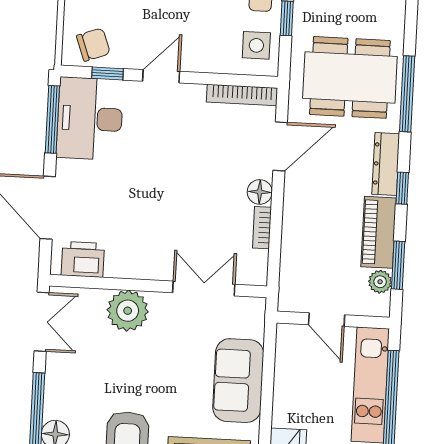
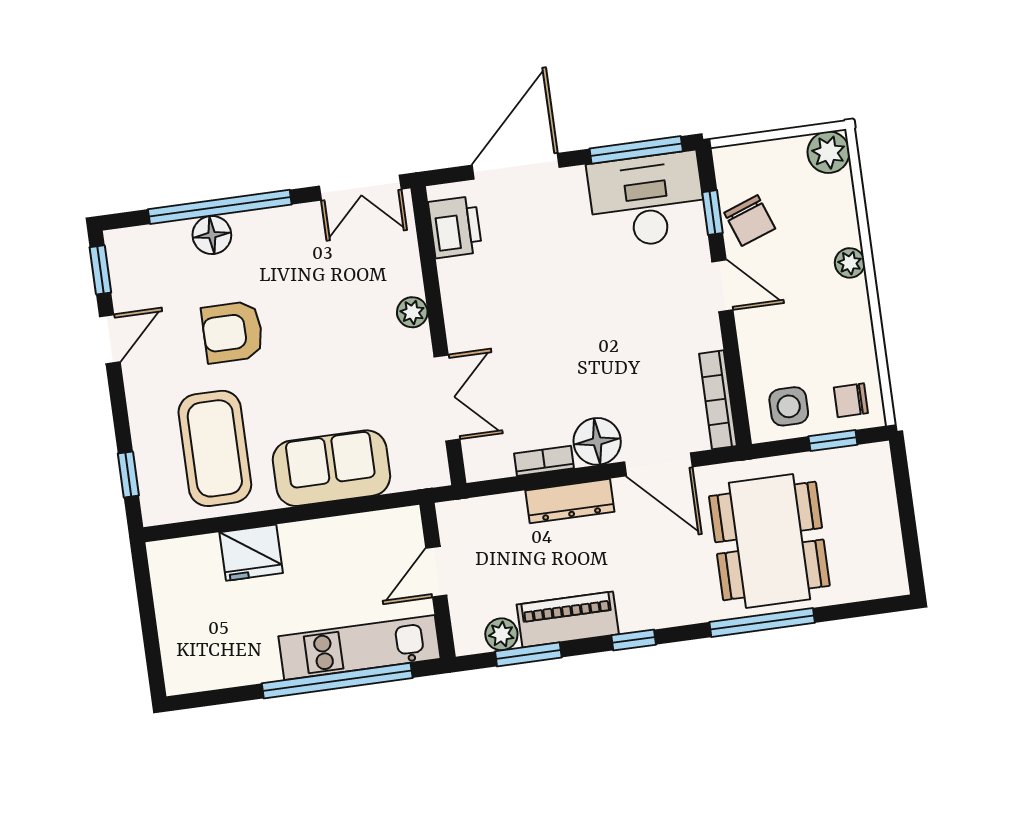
chair: (93, 45) -> (750, 221), moved
dresser: (386, 164) -> (570, 501), moved, turned 180
floor lamp: (260, 192) -> (597, 441), width x1.38, depth x1.38
plant: (128, 311) -> (412, 312), width x0.53, depth x0.53

